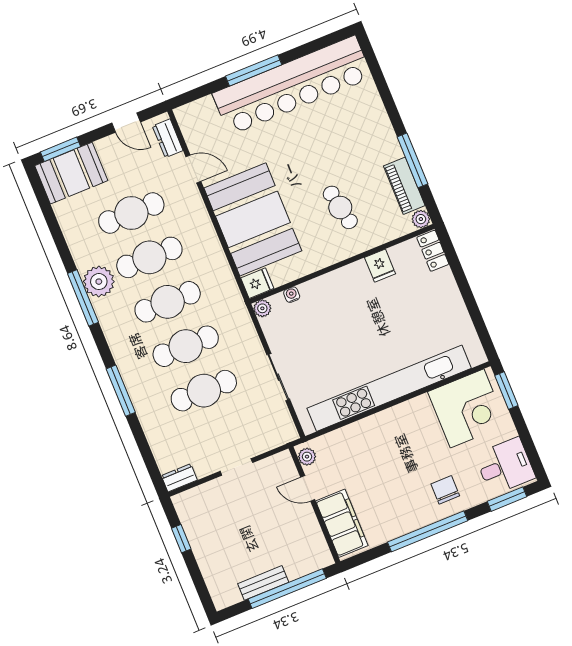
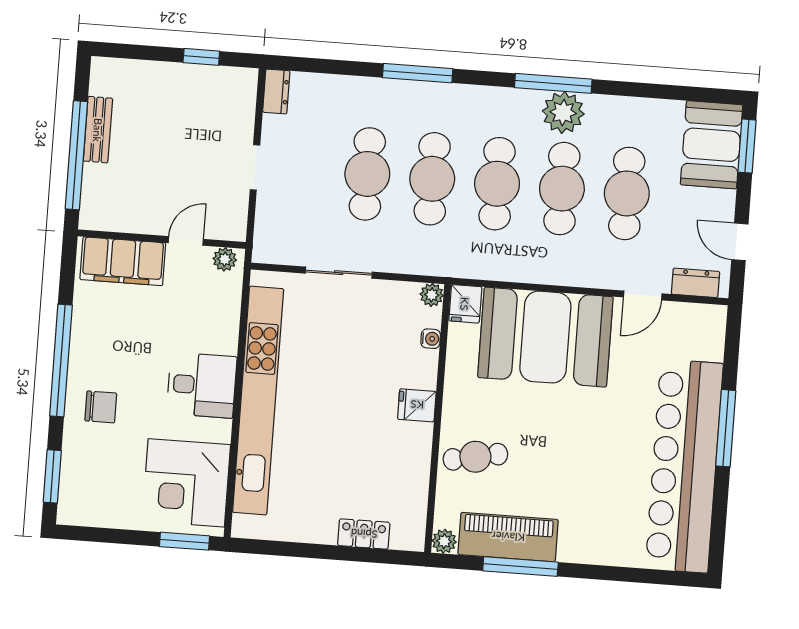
door: (126, 123) -> (740, 242), hinge flipped
piano: (404, 186) -> (508, 537), width x1.37, depth x1.33
cafe table: (340, 207) -> (475, 457), moved
locker: (433, 251) -> (364, 534), moved
fridge: (380, 266) -> (417, 405), moved
desk: (505, 466) -> (202, 385), moved, turned -90

